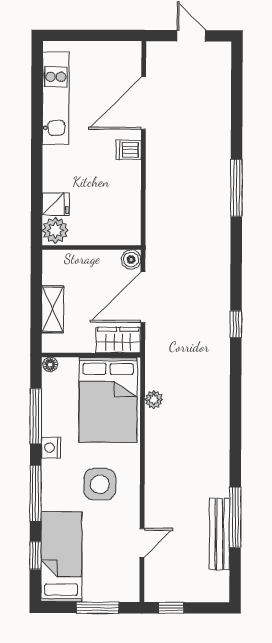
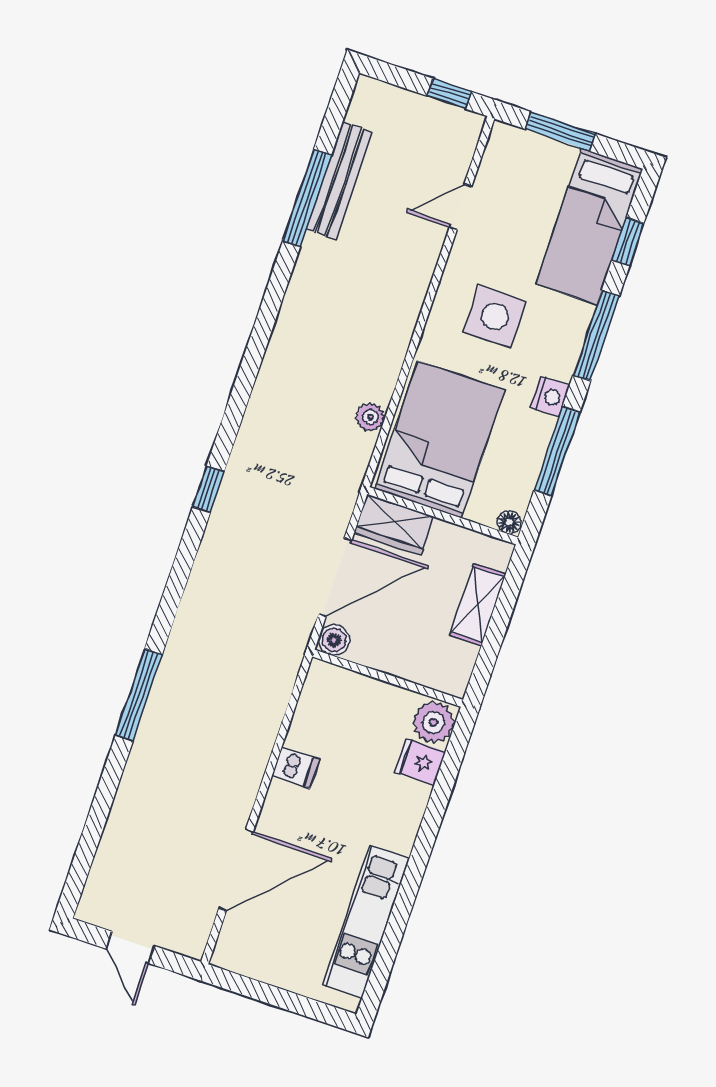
dishwasher: (129, 150) -> (296, 768), moved

